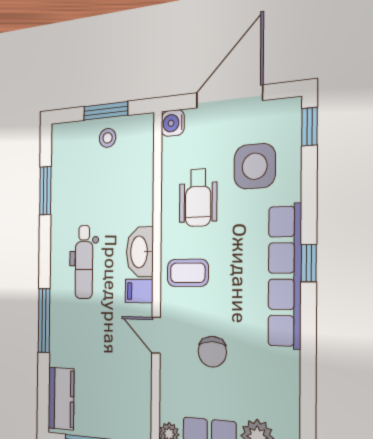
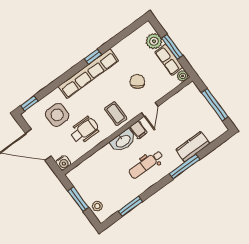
stool: (108, 138) -> (97, 206), moved
dental chair: (84, 262) -> (146, 164), turned 180
window: (309, 263) -> (93, 57), moved
chair: (212, 352) -> (137, 81), turned -54
kitchen counter: (61, 398) -> (193, 147), moved

